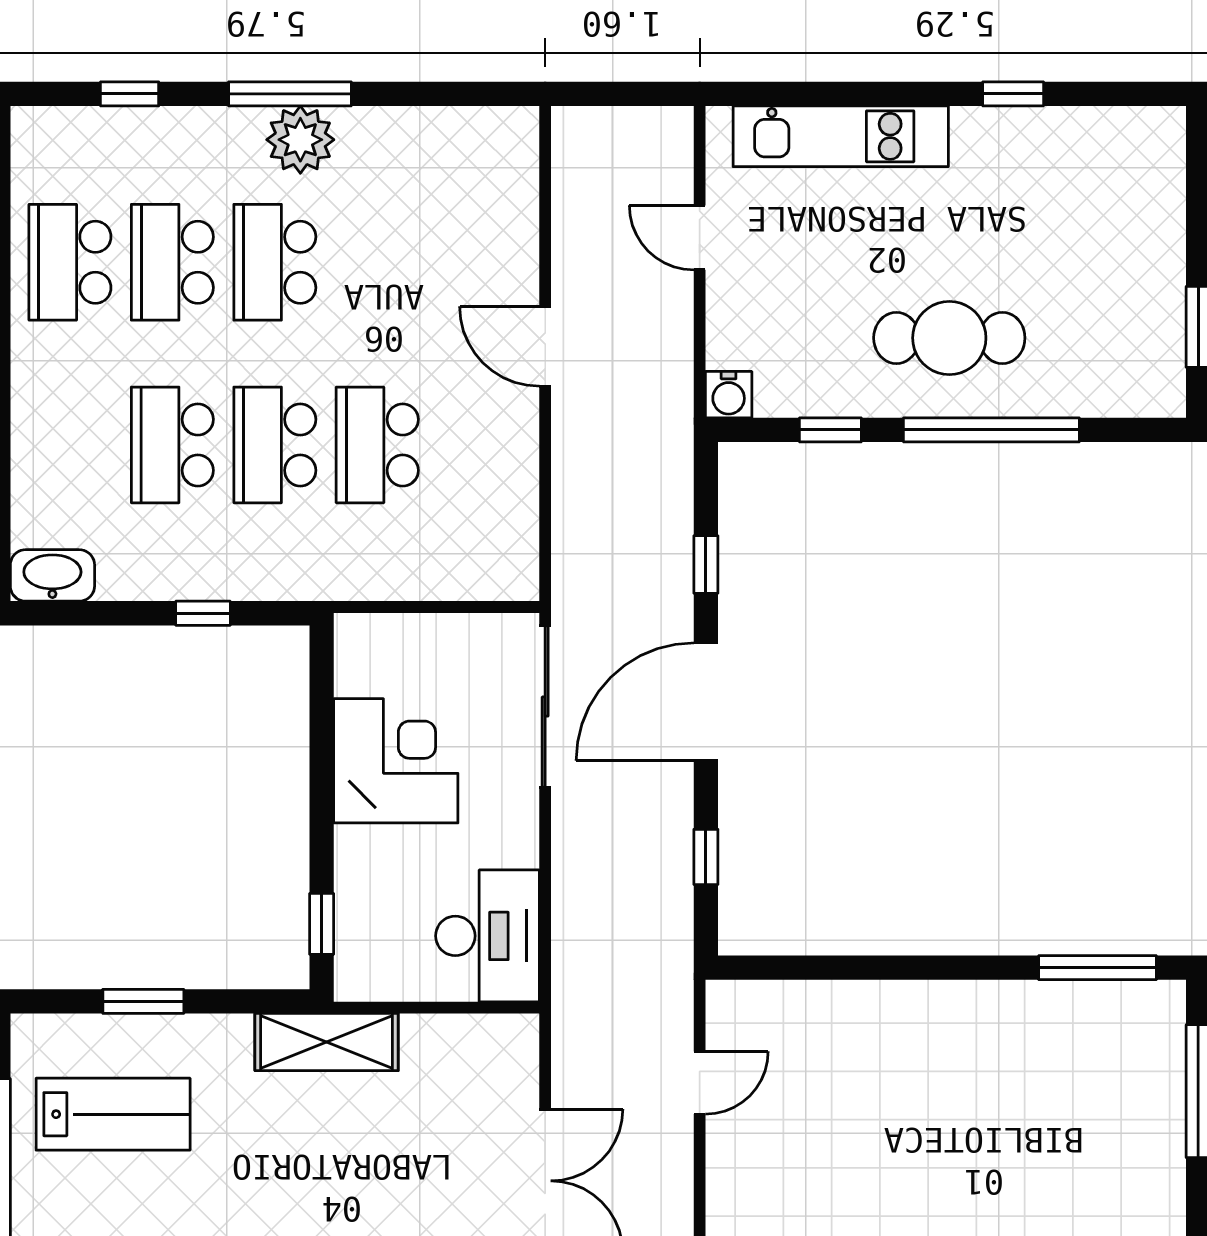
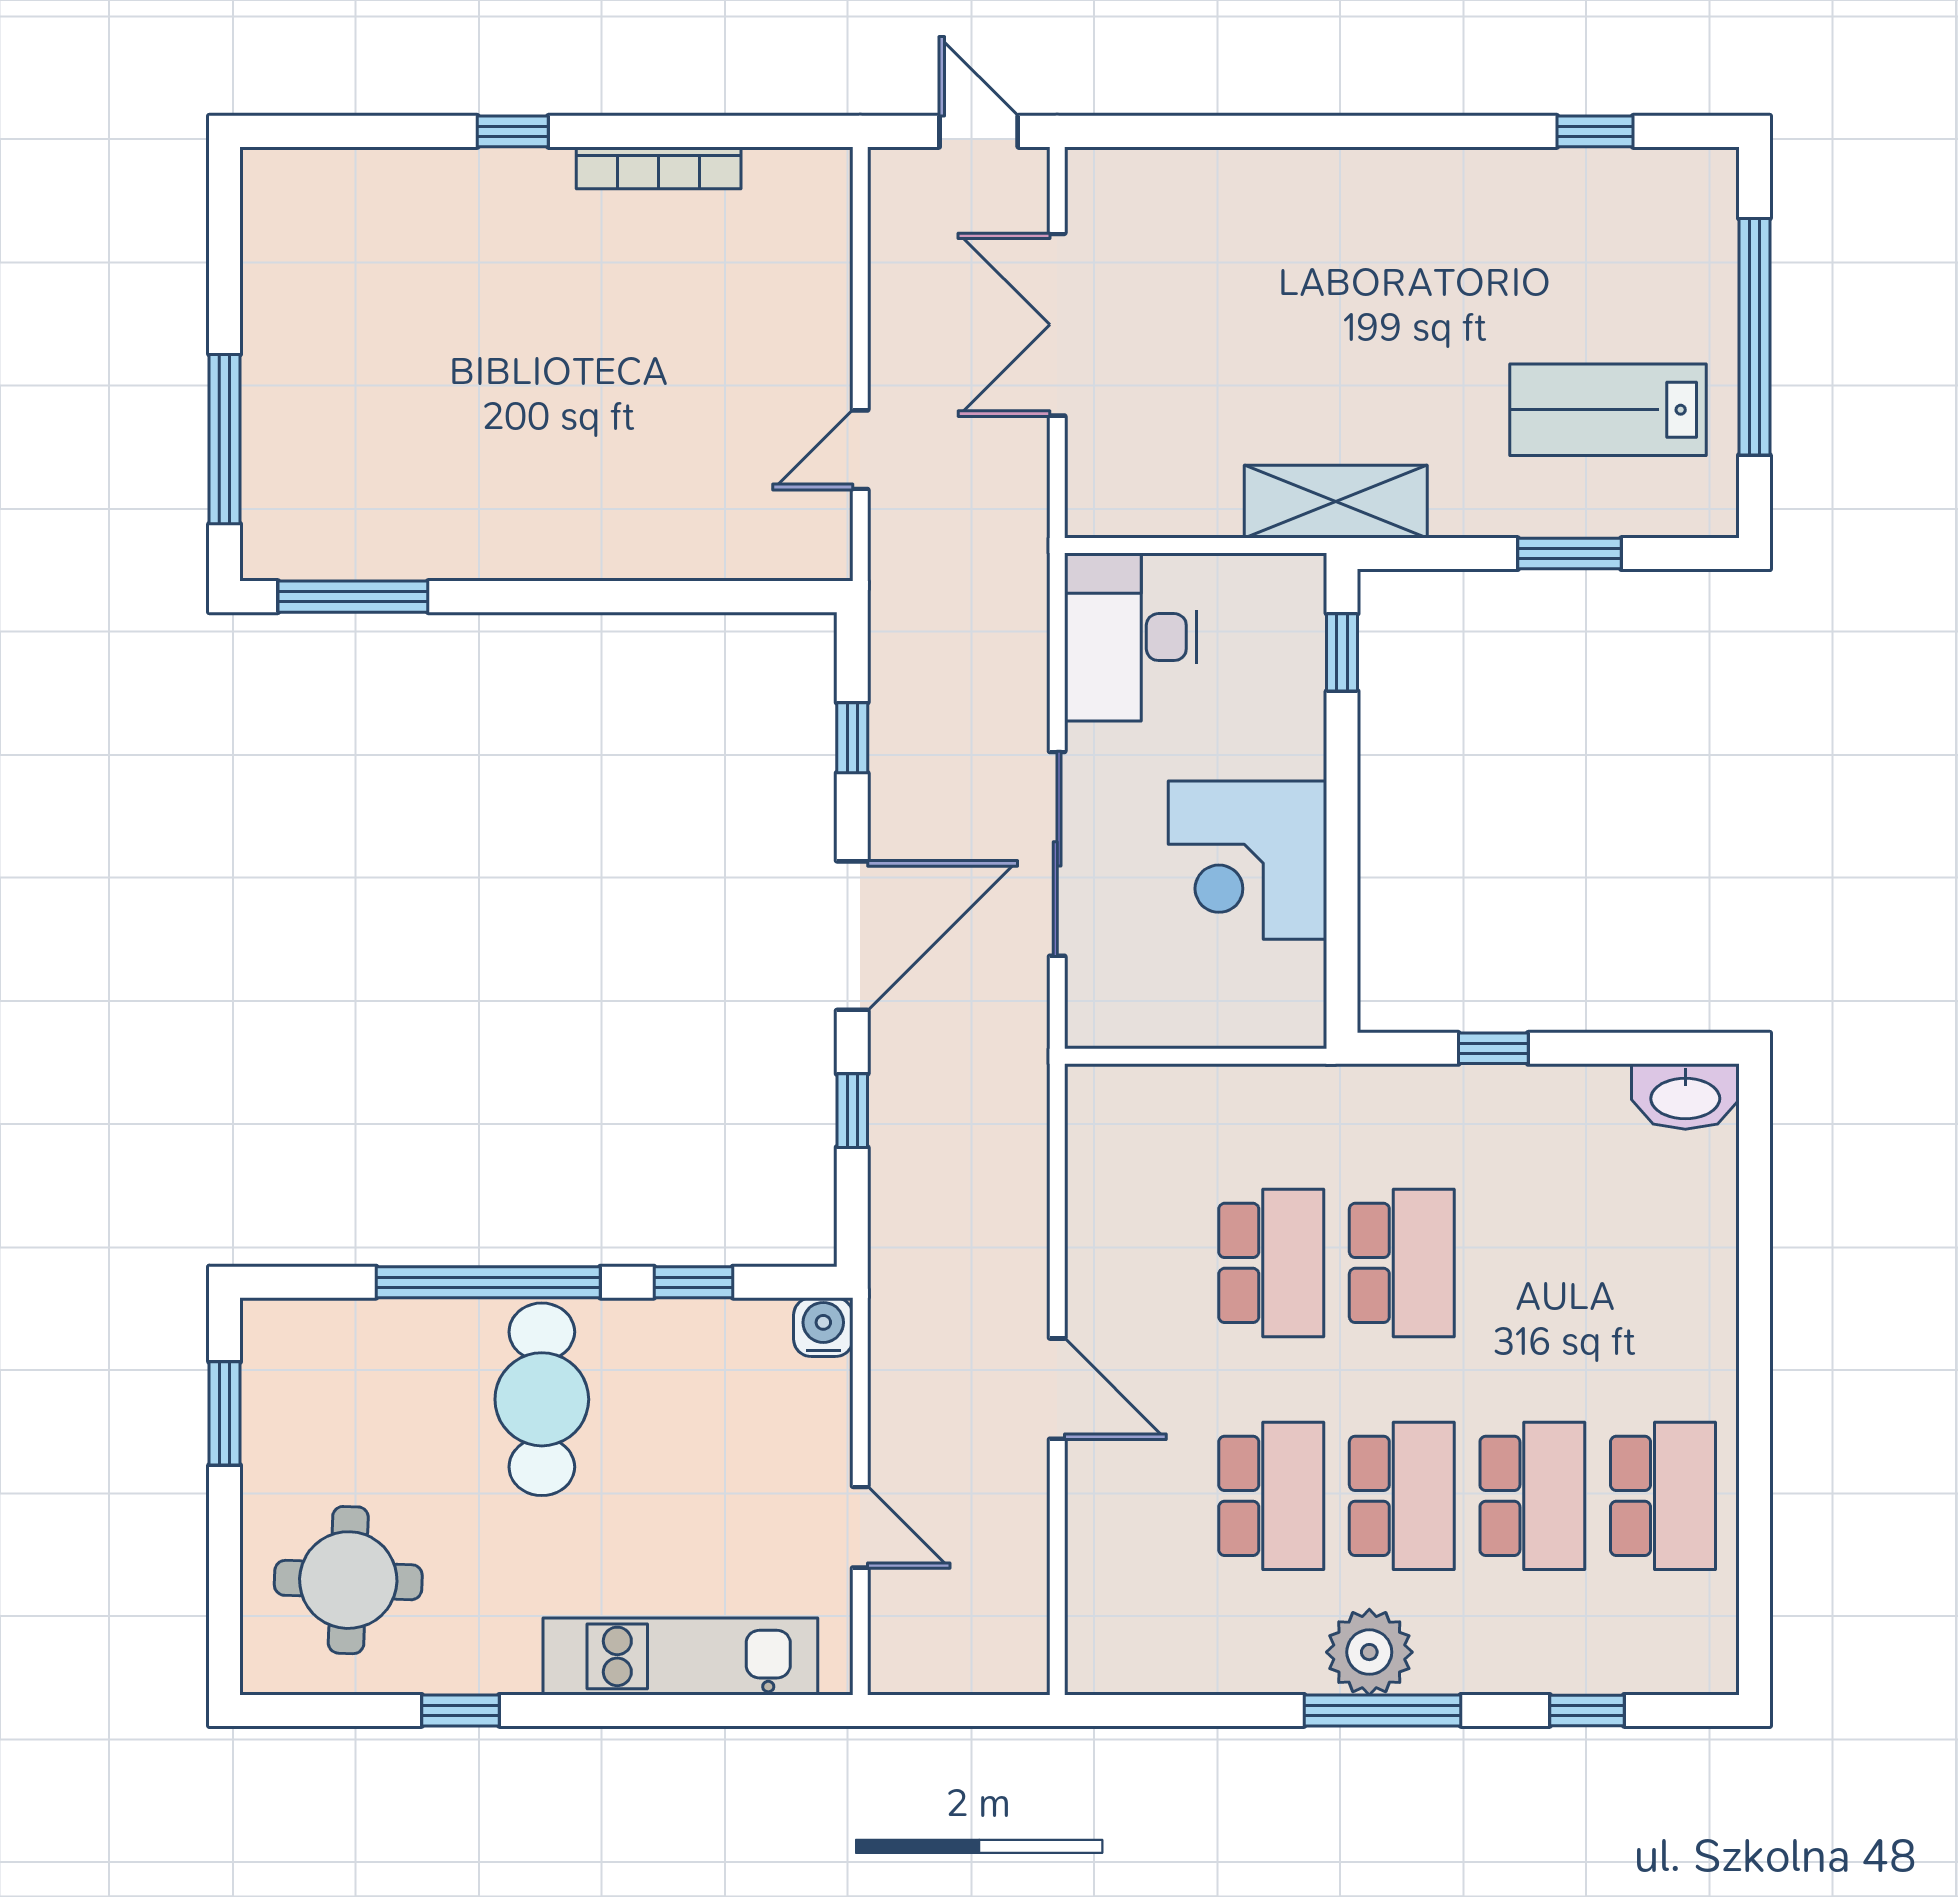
round table: (1101, 196) -> (348, 1580), added
cafe table: (949, 338) -> (542, 1399), turned 90
school desk: (172, 445) -> (1271, 1496), moved
sliding door: (545, 707) -> (1057, 854), moved

